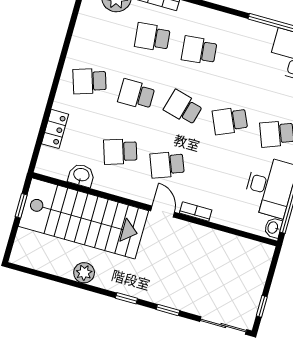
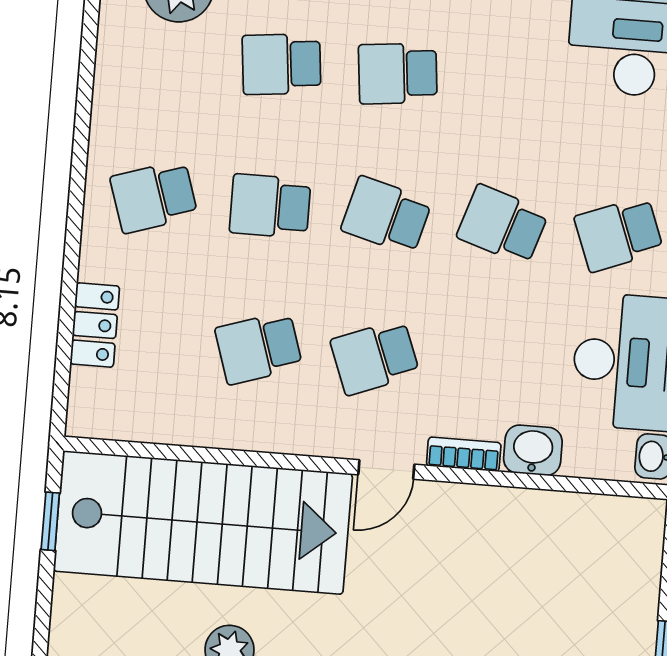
school desk: (230, 121) -> (503, 225), turned 42
washbasin: (81, 175) -> (533, 450), moved
door: (163, 212) -> (386, 470), swing flipped

